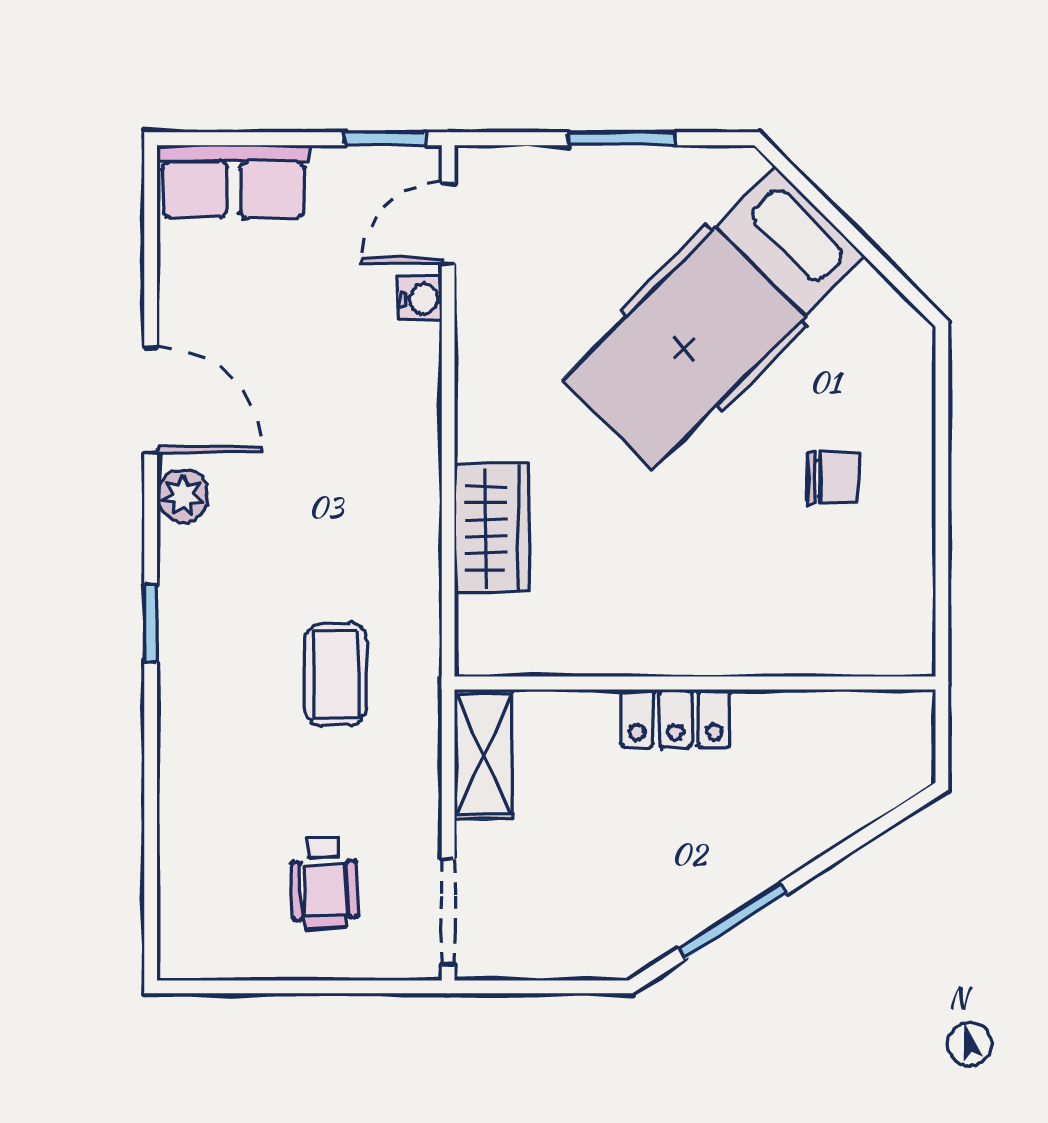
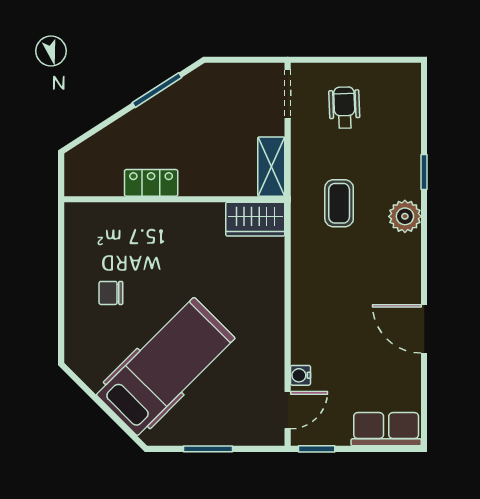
plant: (183, 496) -> (405, 216), moved, width x1.38, depth x1.38
wardrobe: (492, 528) -> (255, 219), moved, turned -90
window: (151, 623) -> (424, 172), moved
locker: (676, 719) -> (151, 183), moved

